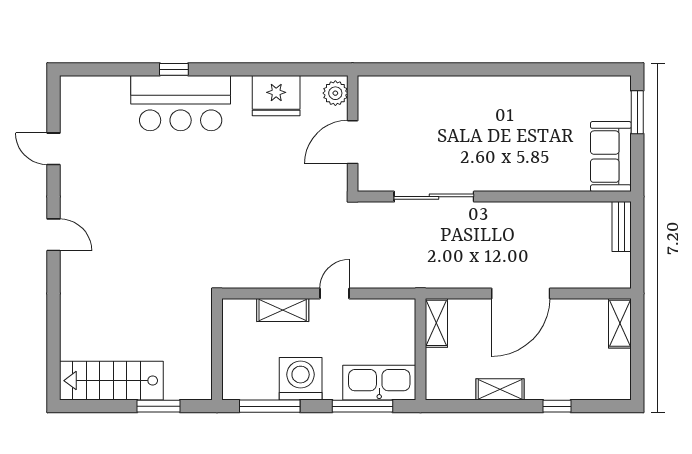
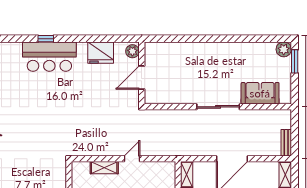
plant: (617, 90) -> (284, 49), added
sofa: (611, 157) -> (260, 93), moved, turned 90
sliding door: (434, 197) -> (218, 107), moved
bench: (622, 226) -> (286, 143), moved

